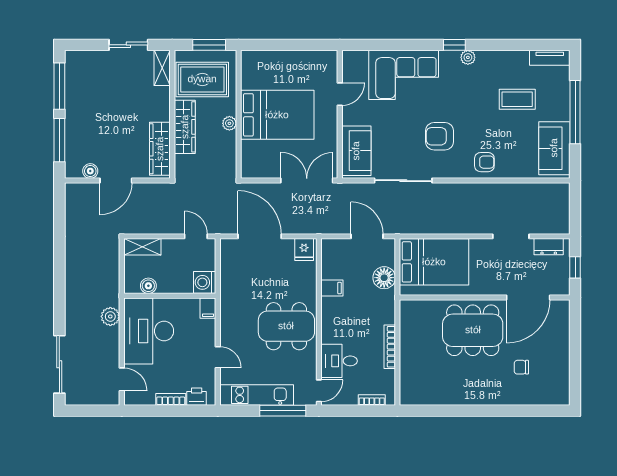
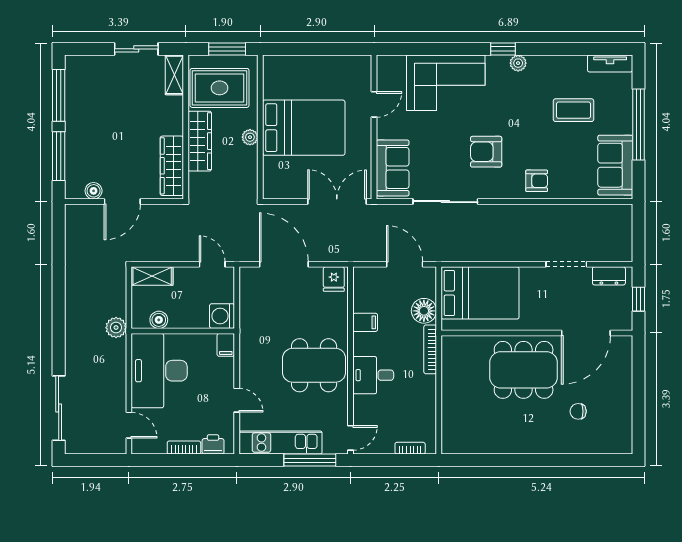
plant: (110, 316) -> (116, 328), moved
bookcase: (390, 347) -> (430, 349), moved
desk: (339, 361) -> (373, 375), moved

